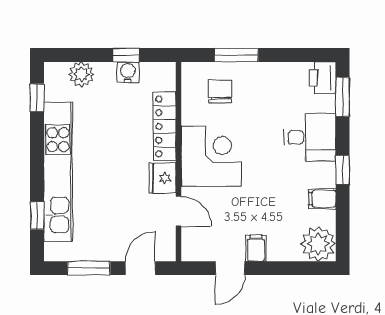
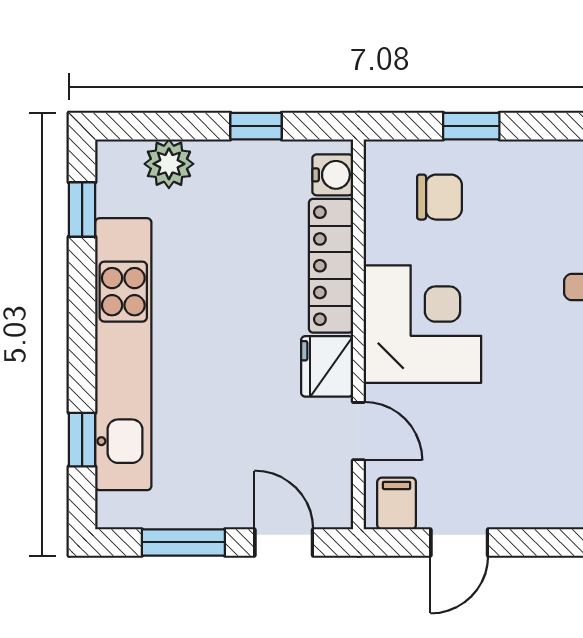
window: (236, 55) -> (471, 126), width x0.67
water cooler: (128, 72) -> (333, 175), moved, turned 90
chair: (220, 91) -> (440, 197), turned 90
filing cabinet: (256, 248) -> (397, 504), moved
door: (140, 268) -> (284, 542), hinge flipped

